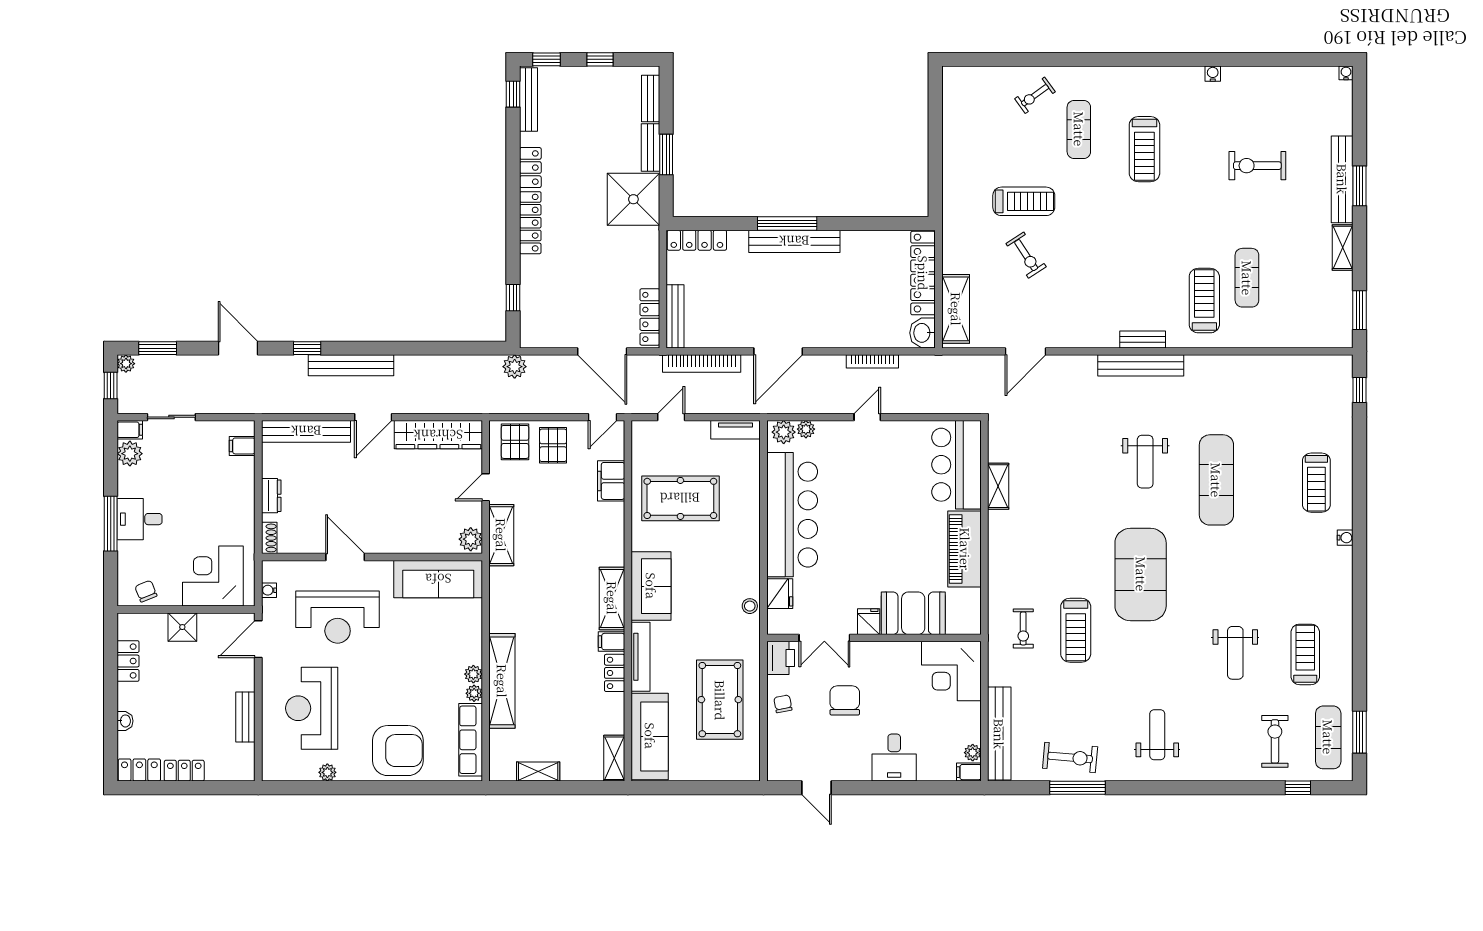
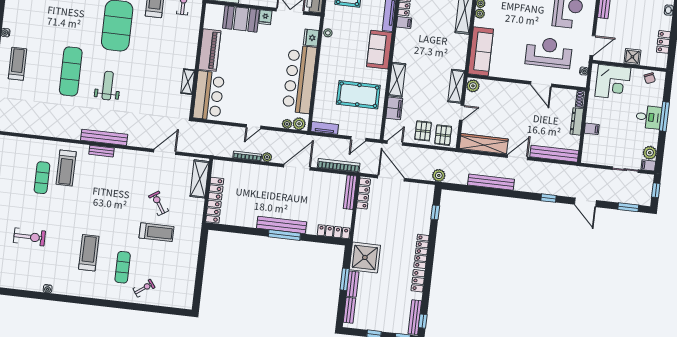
treadmill: (1024, 201) -> (156, 232), turned 180
washbasin: (923, 333) -> (219, 168), removed
plant: (126, 364) -> (267, 157), moved
bench: (351, 365) -> (491, 182), moved
filing cabinet: (242, 446) -> (592, 129), moved
dresser: (271, 496) -> (577, 121), width x1.44
sofa: (438, 579) -> (481, 51), moved, turned 90
shelving: (612, 598) -> (397, 80), moved

